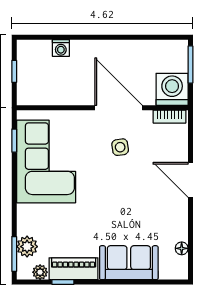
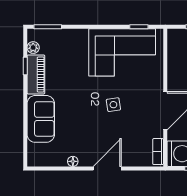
side table: (120, 147) -> (113, 105), moved
plant: (27, 247) -> (54, 37), removed
floor lamp: (182, 248) -> (73, 161), moved

